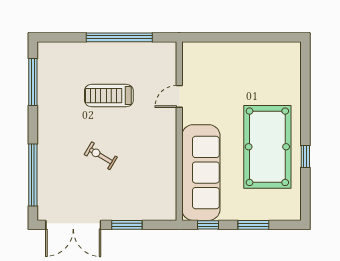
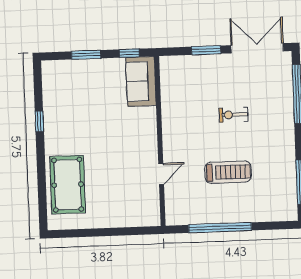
pool table: (267, 147) -> (68, 185), moved, width x0.73, depth x0.76
exercise bike: (101, 156) -> (233, 115), turned 149
sofa: (201, 173) -> (141, 81), width x0.54, depth x0.79

